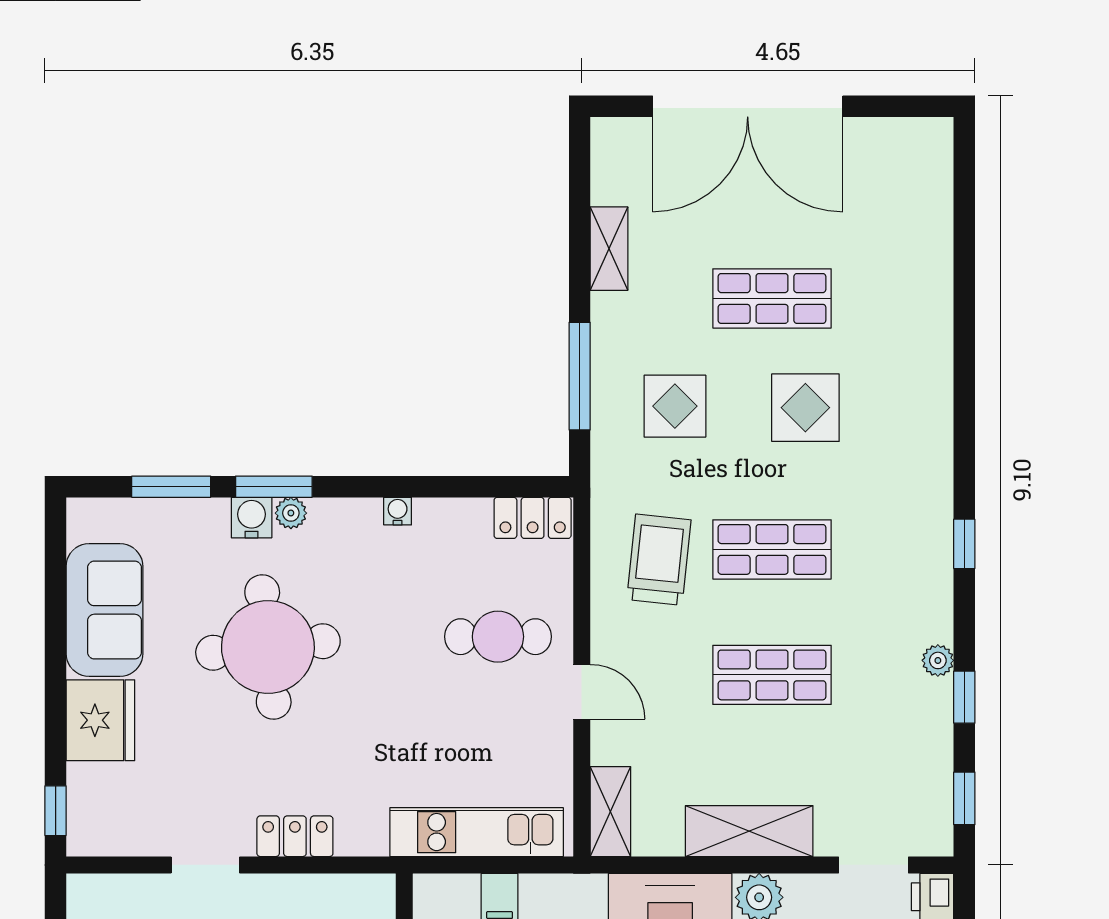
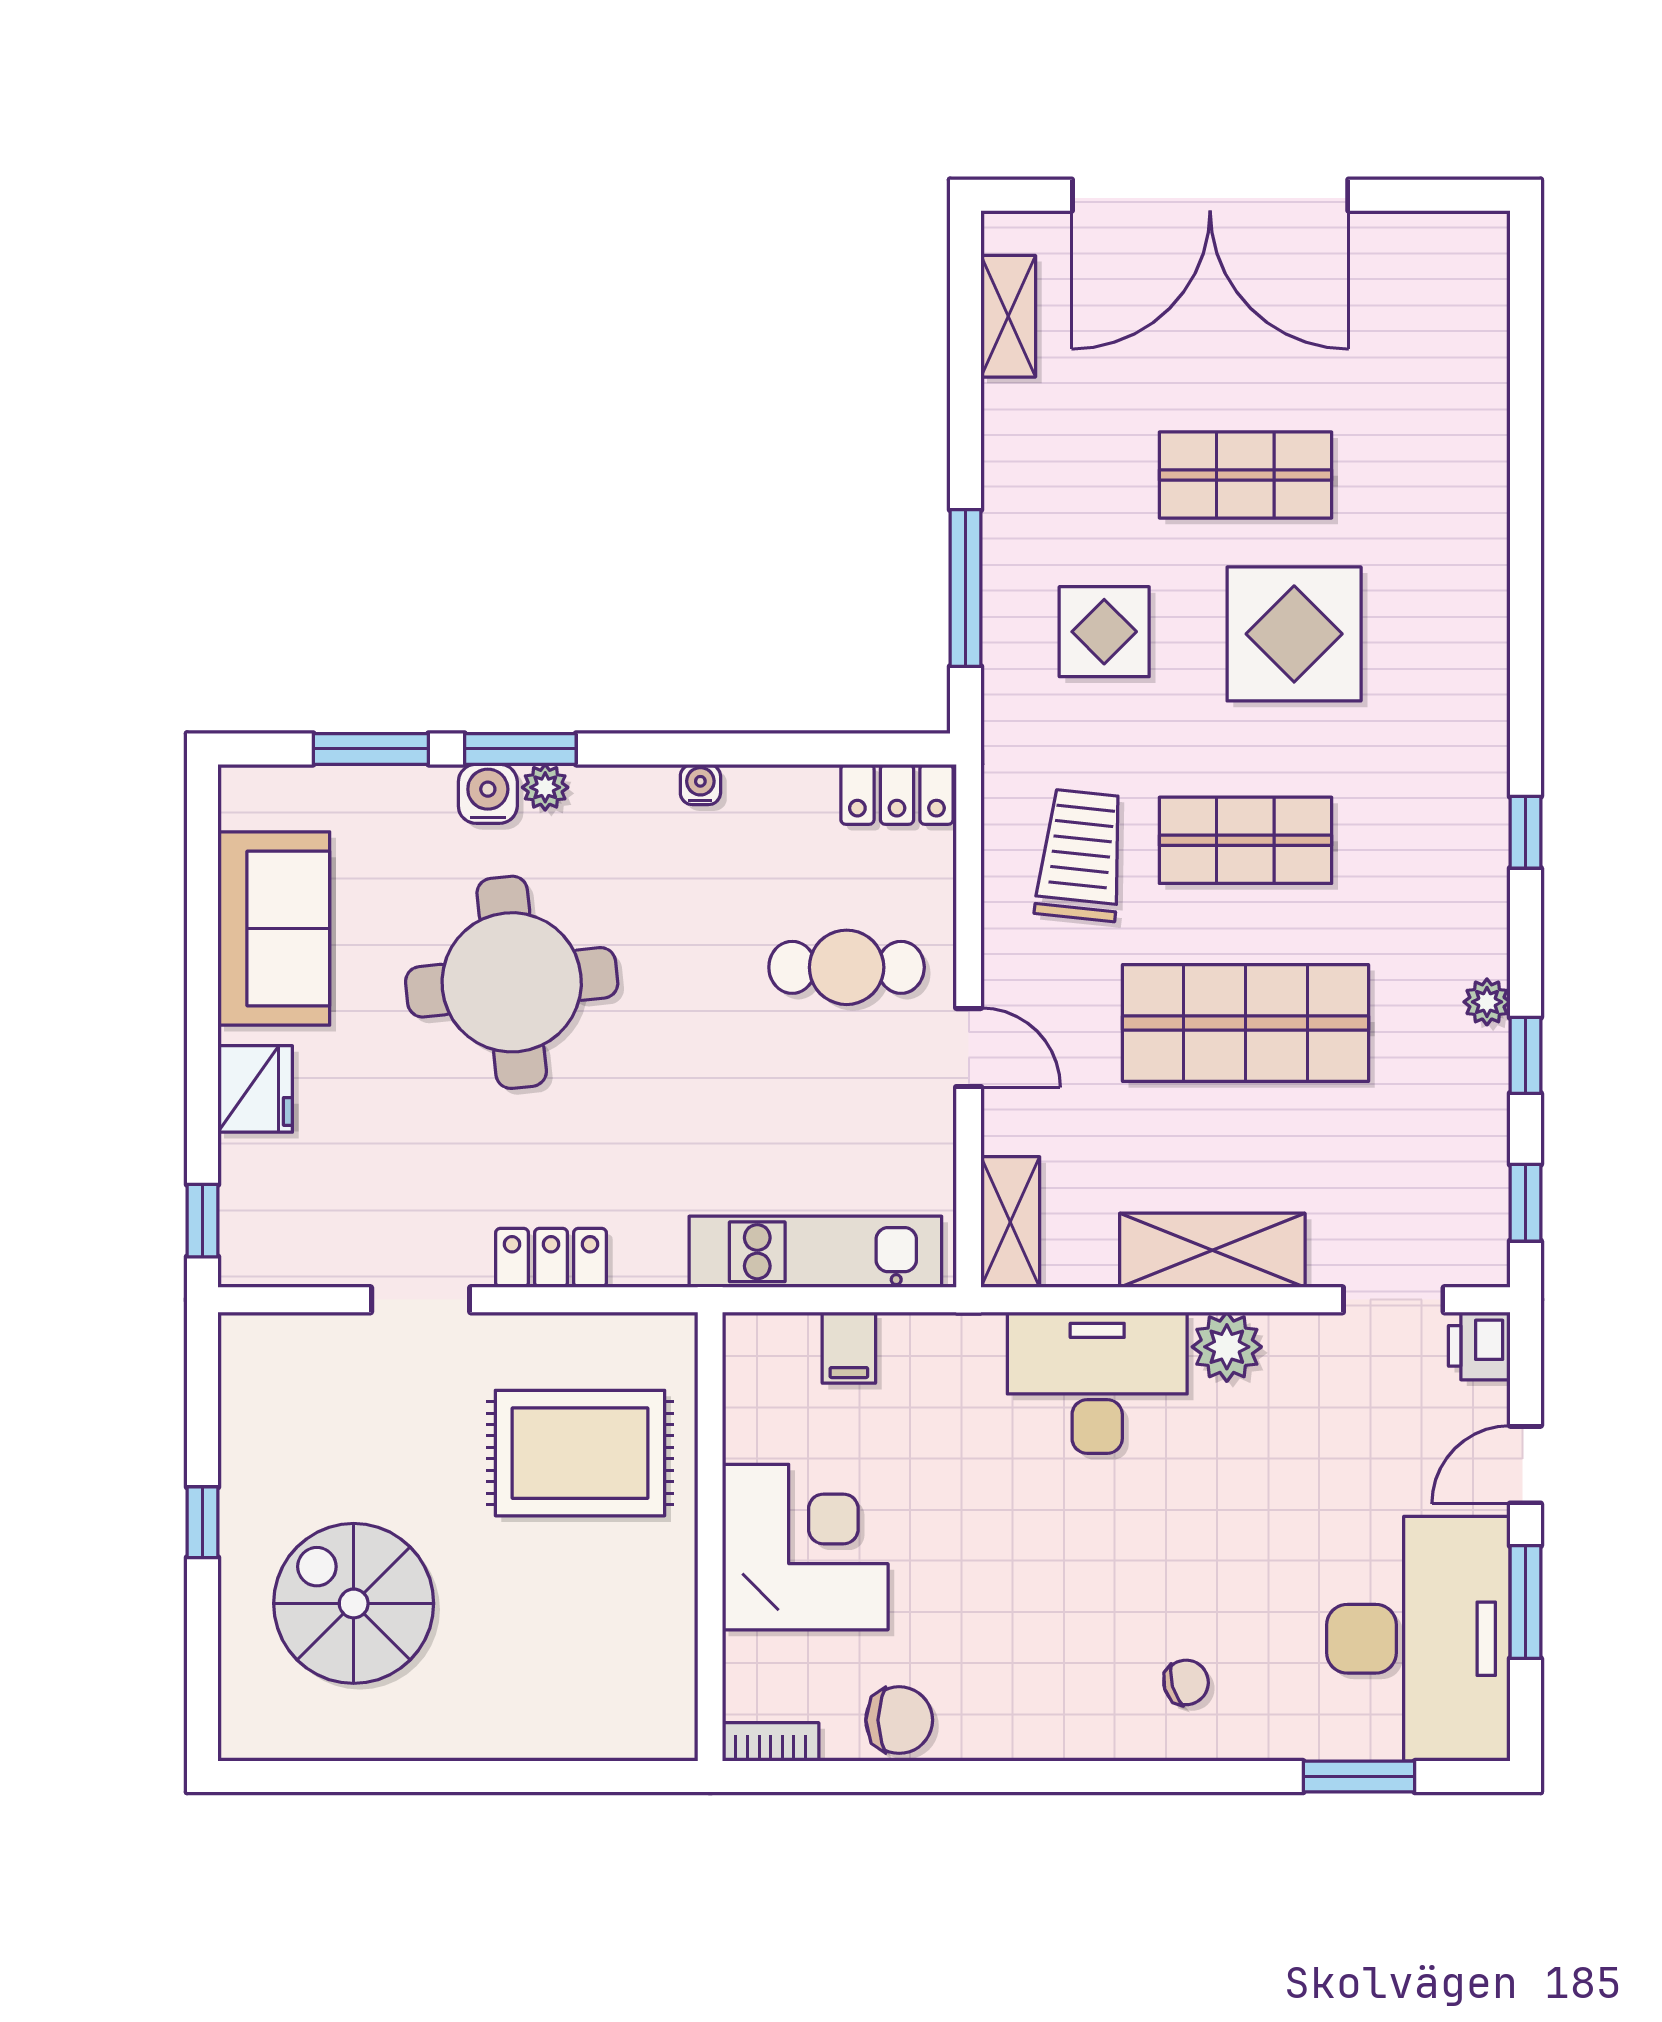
shelving: (609, 249) -> (1008, 316), moved
display table: (805, 408) -> (1294, 634), width x1.36, depth x1.36
shop shelf: (772, 675) -> (1245, 1023), width x1.43, depth x1.36
fridge: (100, 720) -> (255, 1089), width x0.73, depth x0.75

